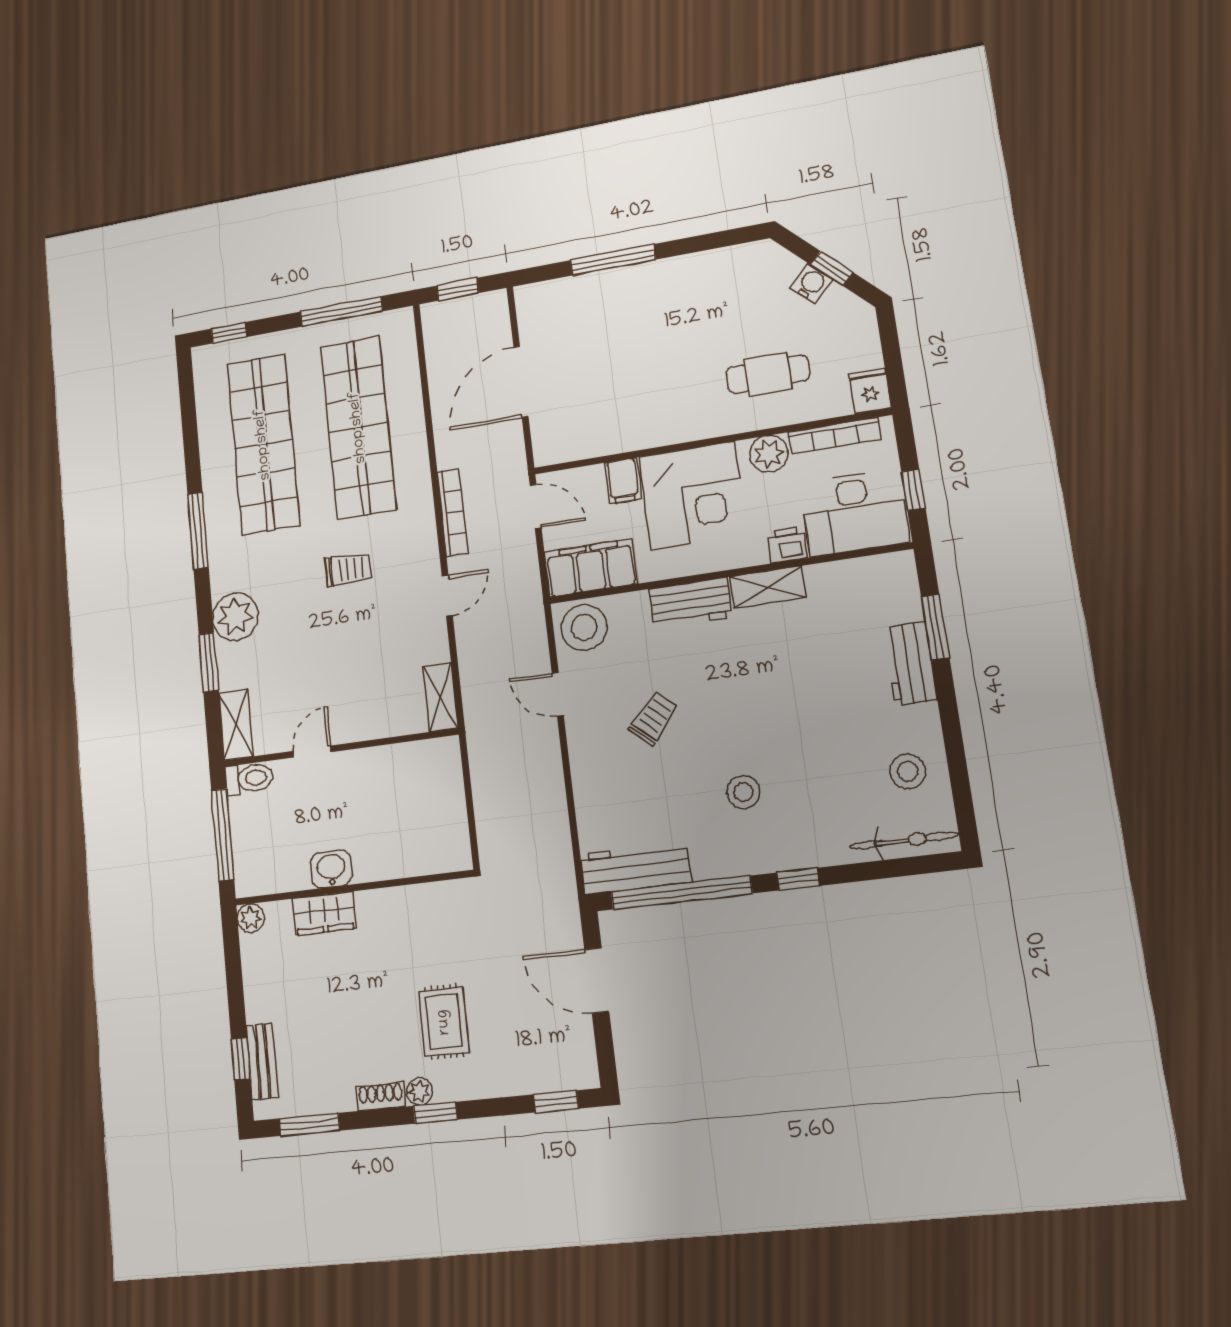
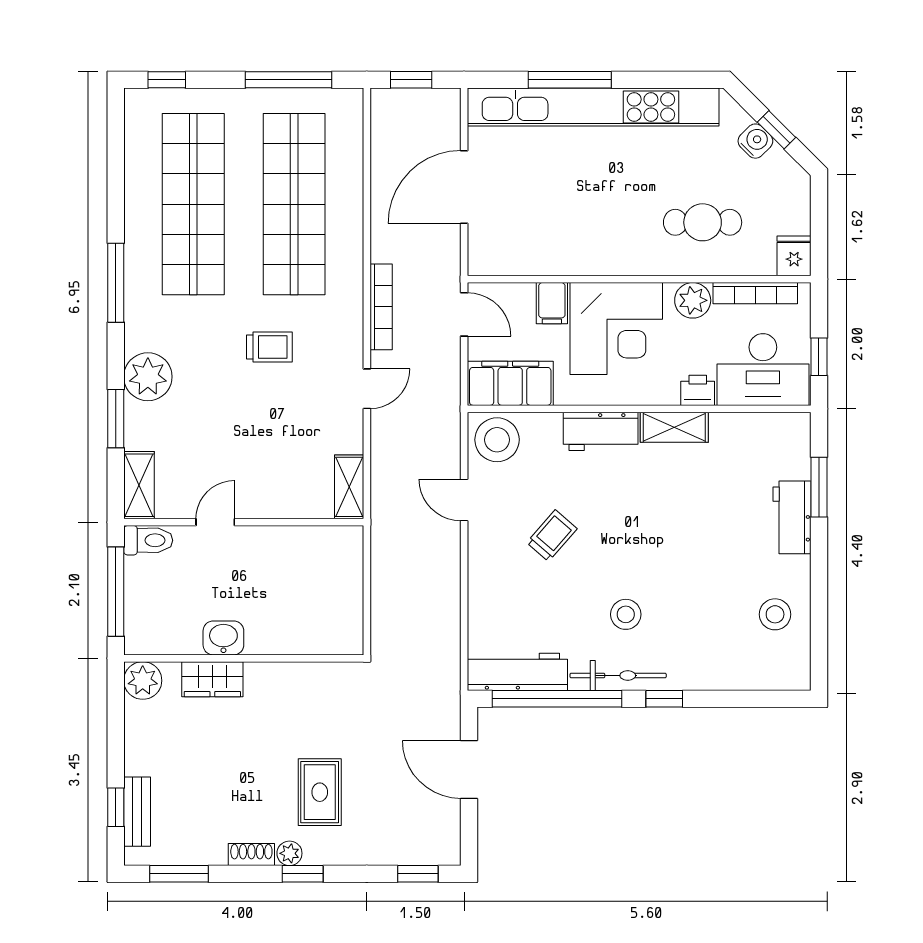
kitchen unit: (640, 281) -> (593, 107), added
bicycle: (904, 840) -> (618, 676), moved
plant: (251, 918) -> (143, 681), width x1.38, depth x1.38

